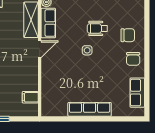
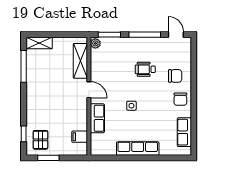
row of seats: (48, 23) -> (97, 118), moved
door: (40, 49) -> (89, 90), hinge flipped
side table: (87, 50) -> (131, 106), moved

